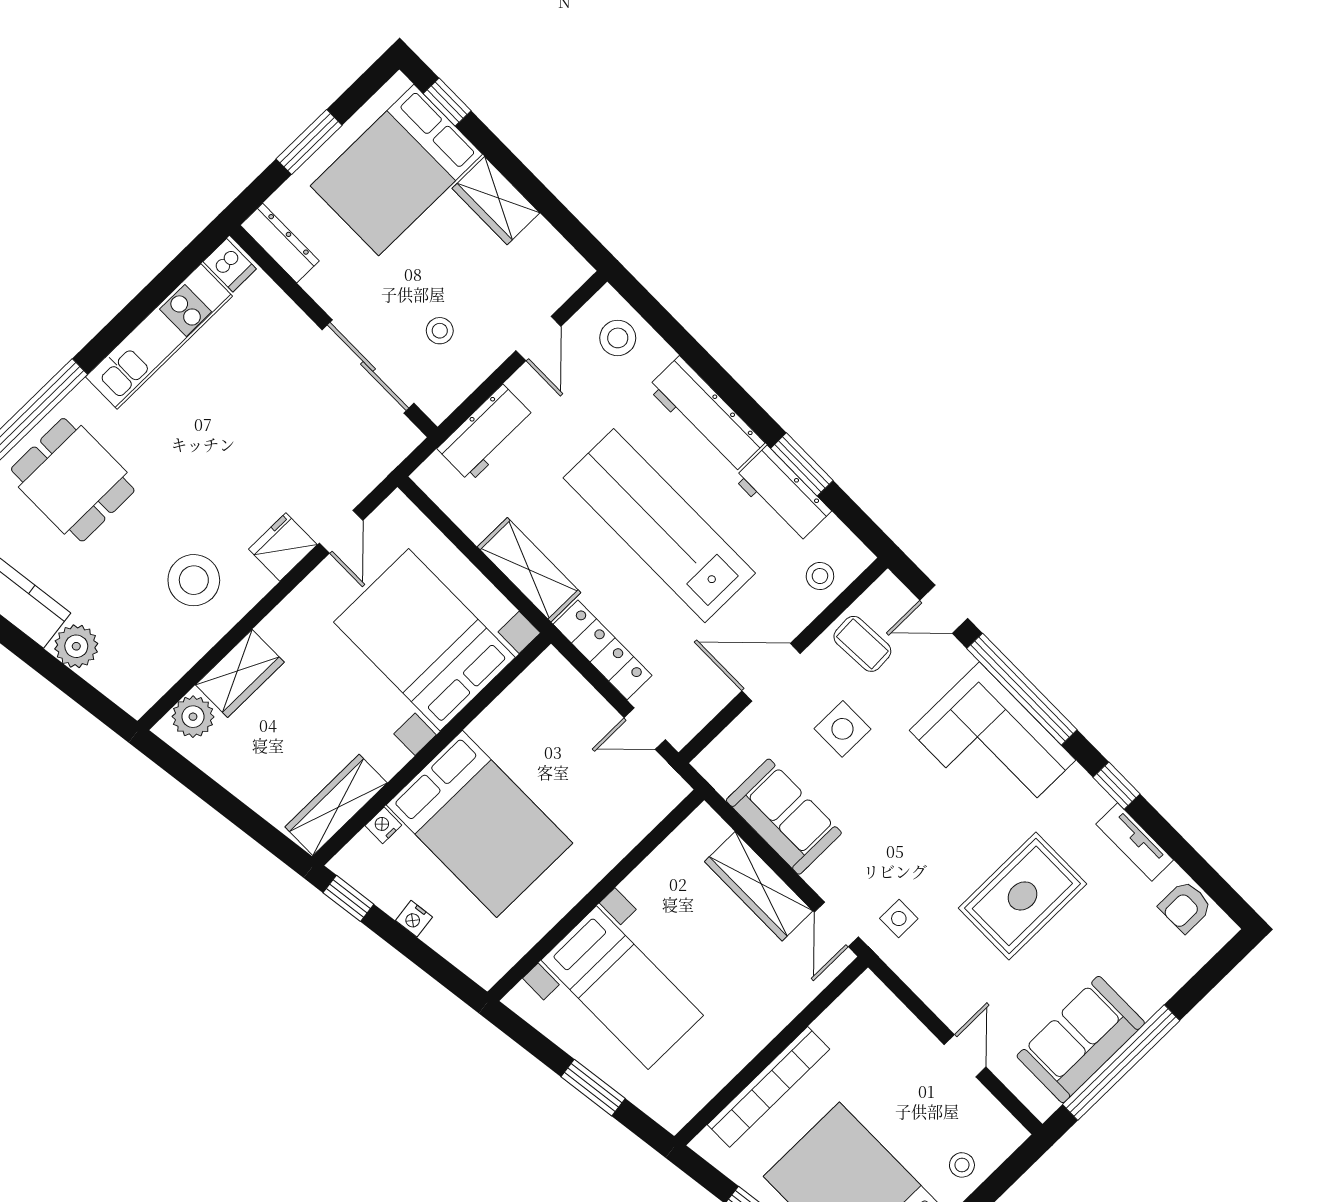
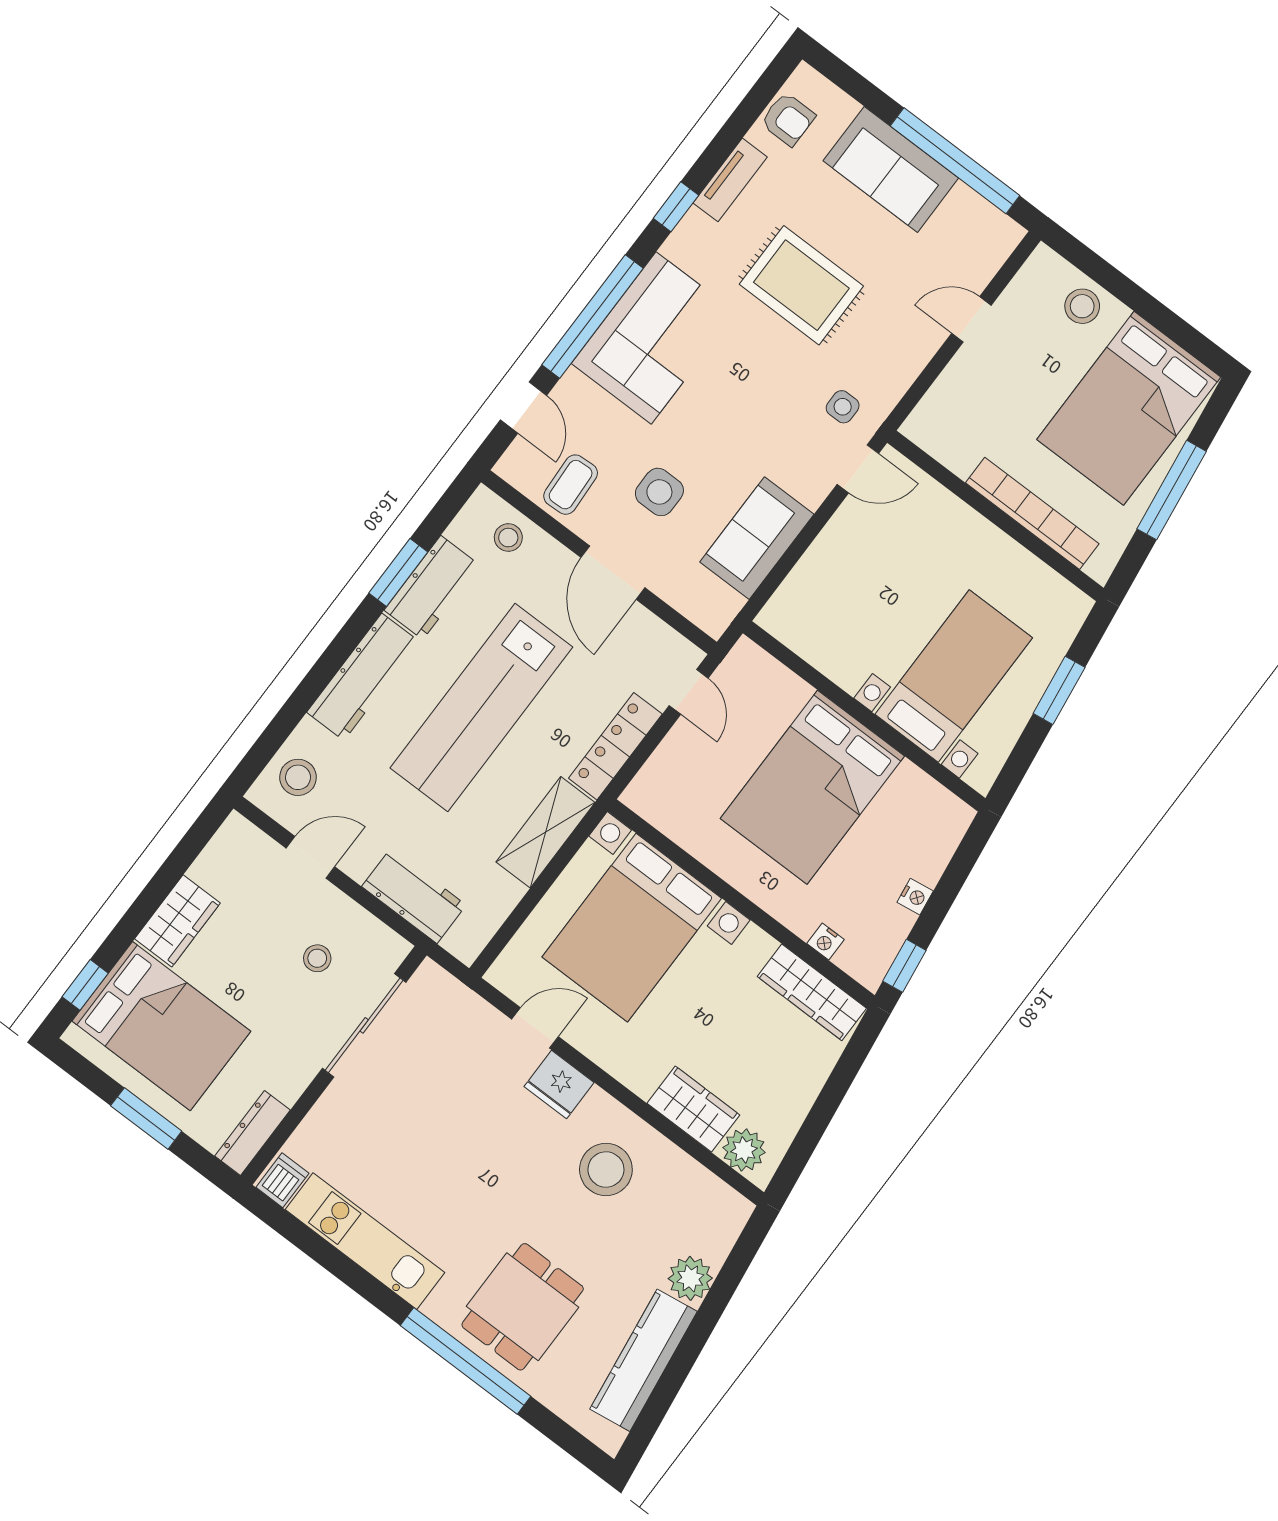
bed: (480, 824) -> (812, 787), moved, turned 180
wardrobe: (759, 886) -> (831, 553), removed
sofa: (1081, 1039) -> (891, 169), moved
stool: (962, 1165) -> (1082, 306), width x1.37, depth x1.37

